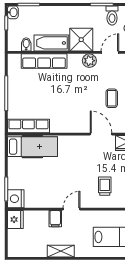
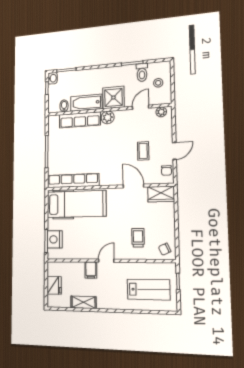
plant: (89, 61) -> (108, 117), moved
row of seats: (28, 126) -> (73, 181), width x1.36
hospital bed: (32, 147) -> (76, 204), width x1.37, depth x1.29
nightstand: (16, 199) -> (55, 239), moved
fridge: (15, 220) -> (54, 285), moved
shelving: (61, 251) -> (83, 302), moved

